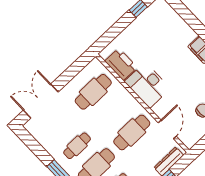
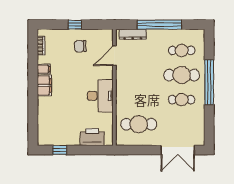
printer: (121, 64) -> (92, 137), moved, turned 90
cafe table: (132, 132) -> (139, 75), removed

